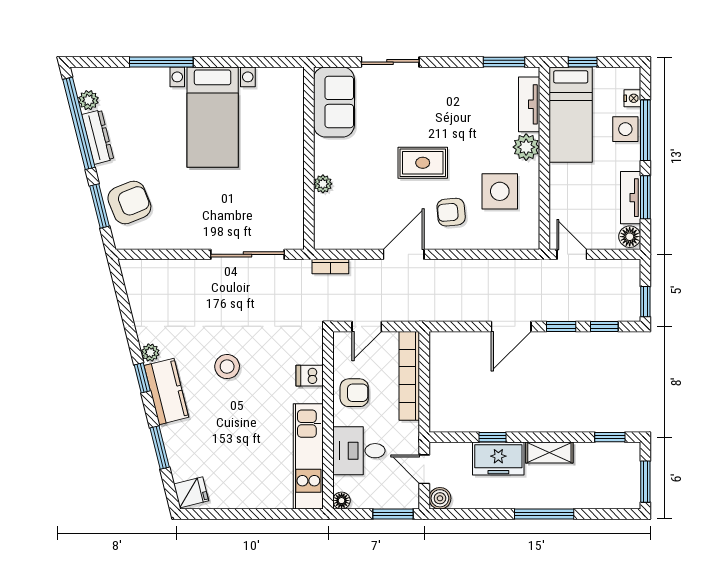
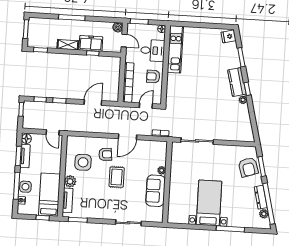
sofa: (334, 102) -> (155, 191), moved
rug: (423, 163) -> (117, 177), turned 90
armchair: (129, 203) -> (248, 167), turned -86
door: (511, 326) -> (93, 103), moved
stool: (227, 367) -> (209, 92), removed
dishwasher: (310, 376) -> (173, 85), removed

